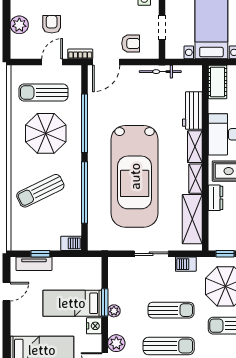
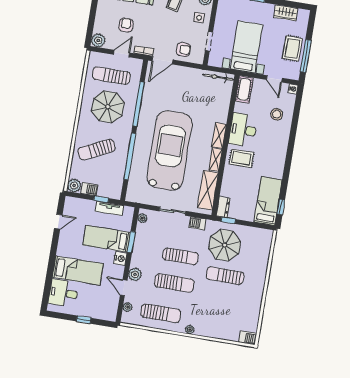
plant: (19, 25) -> (98, 40), moved
bicycle: (160, 72) -> (218, 77), moved
workbench: (192, 111) -> (222, 108), removed
car: (135, 176) -> (170, 150), turned 180
dresser: (216, 198) -> (223, 207), moved
plant: (19, 242) -> (74, 186), added
barbecue: (71, 243) -> (89, 189), moved
window: (40, 254) -> (101, 199), moved
tv unit: (34, 264) -> (109, 208), moved
plant: (114, 311) -> (142, 218), moved

